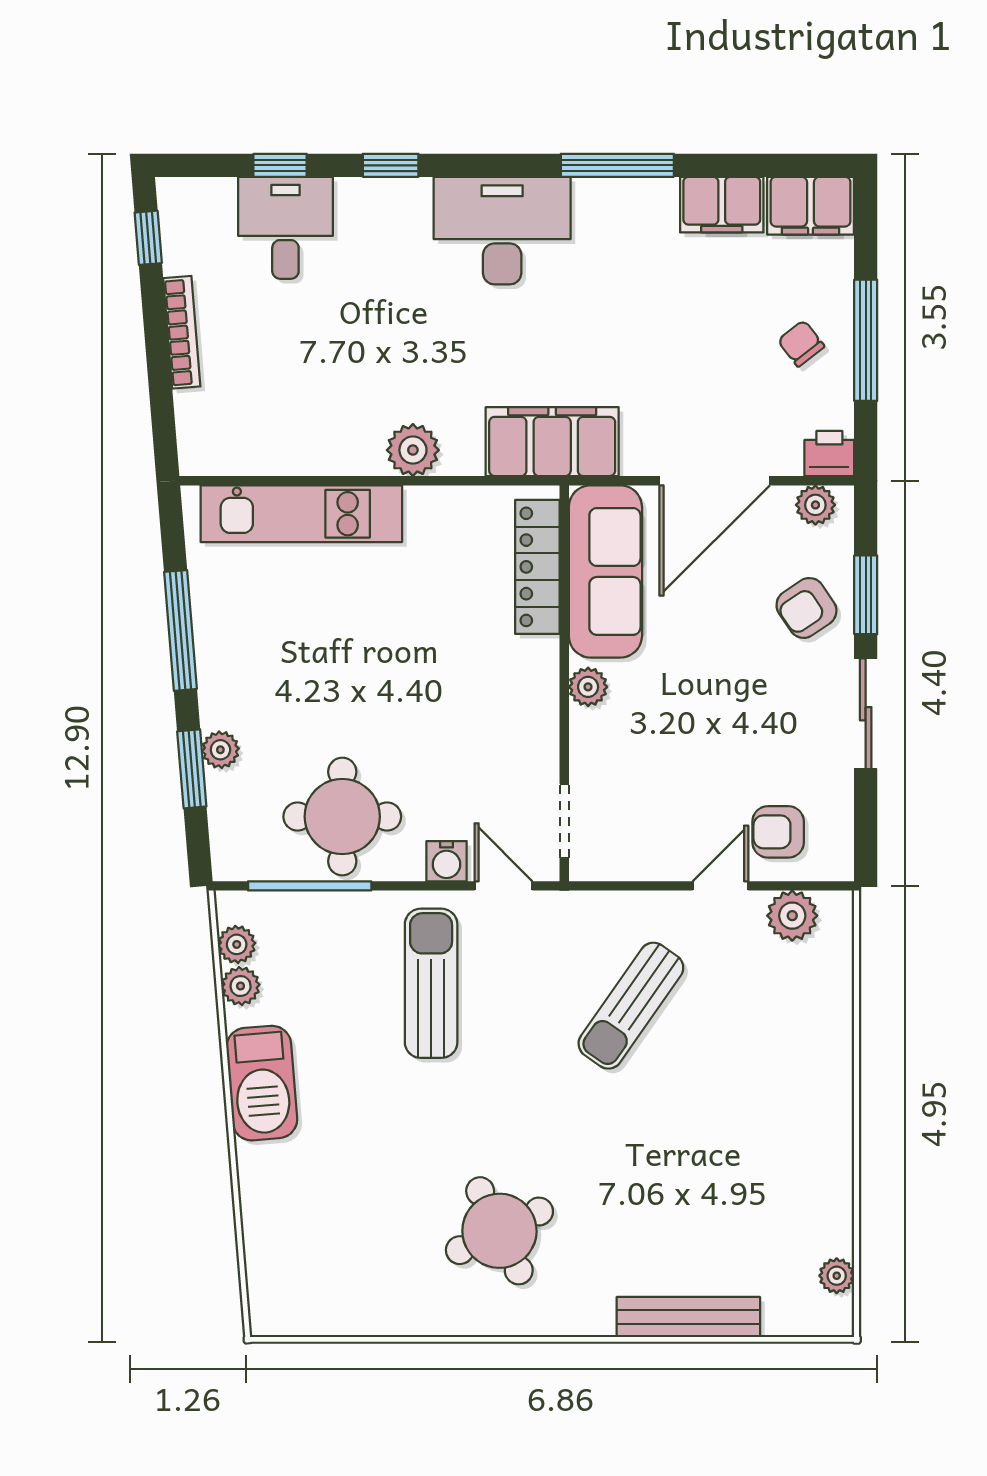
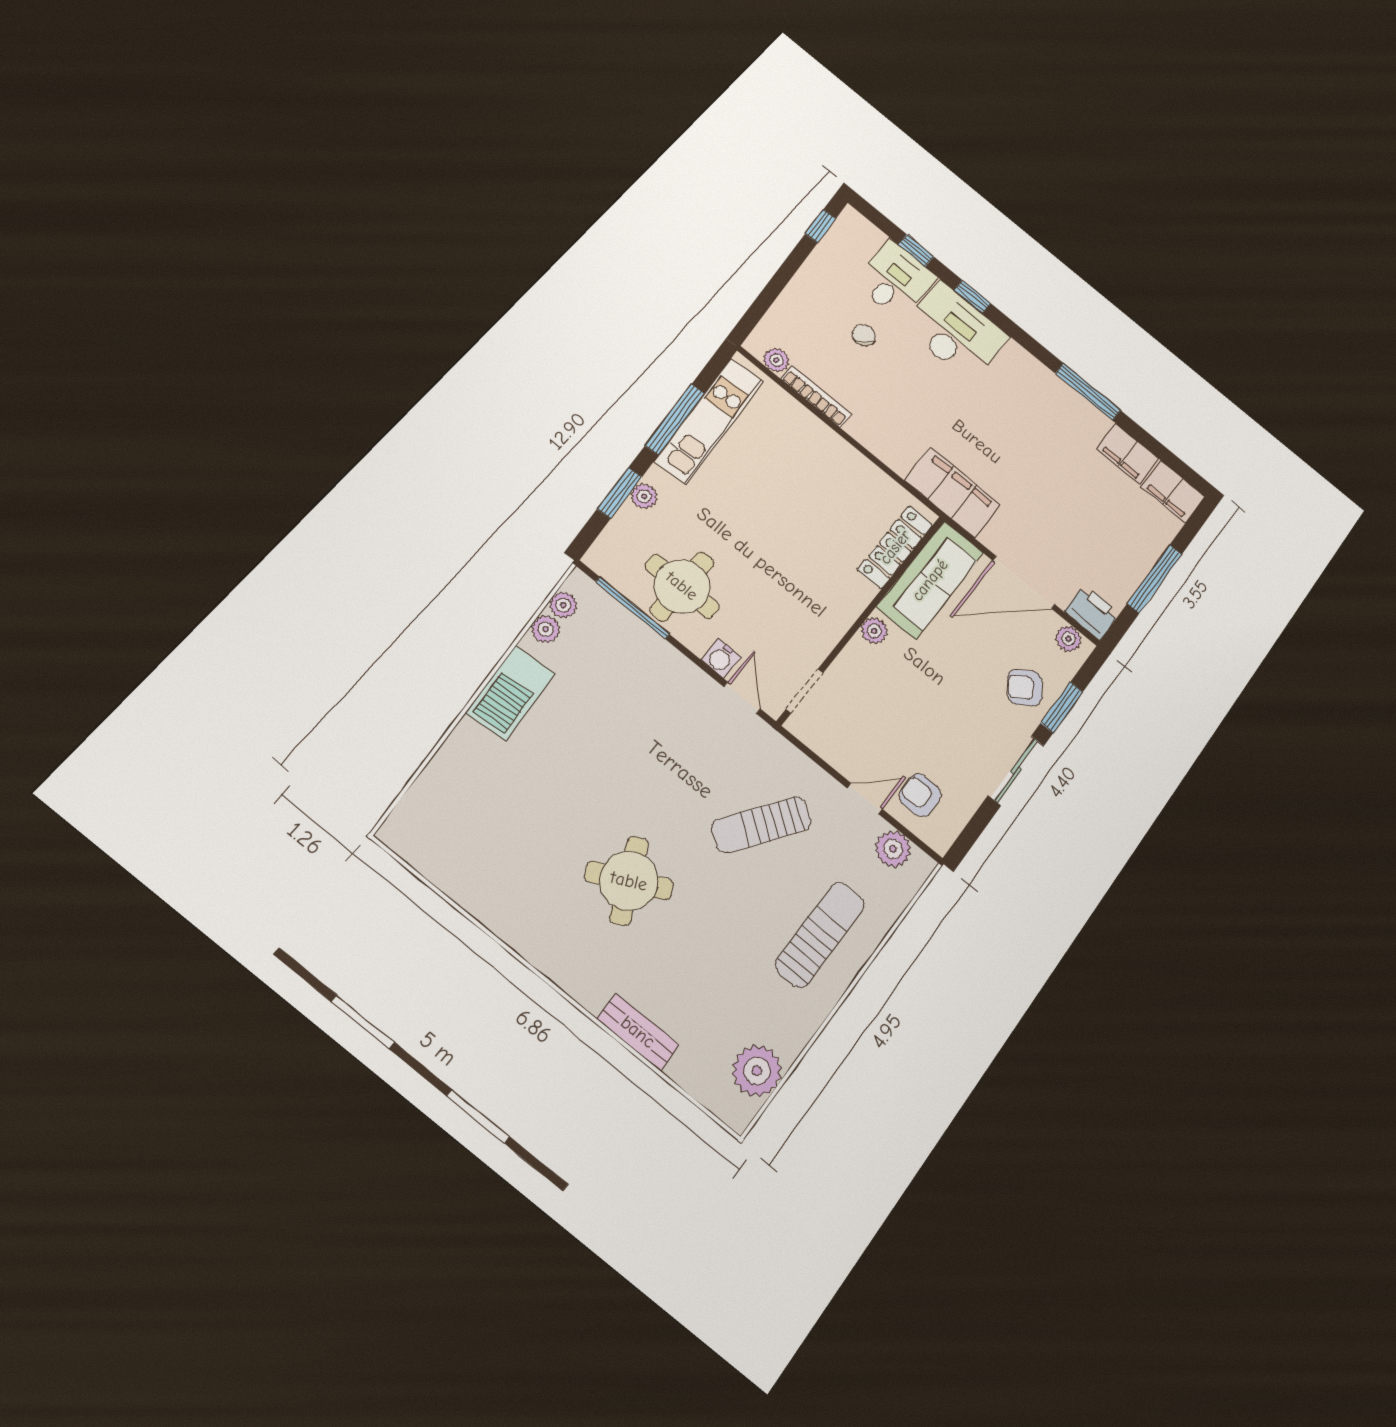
desk: (502, 231) -> (956, 332), moved
bookcase: (182, 332) -> (816, 396), moved, turned -85
chair: (801, 343) -> (864, 335), moved
plant: (413, 450) -> (776, 360), moved, width x0.73, depth x0.73
printer: (829, 453) -> (1092, 612), width x1.36, depth x1.24
kitchen unit: (301, 514) -> (709, 421), moved, turned -95
sun lounger: (431, 983) -> (820, 935), moved
round table: (499, 1231) -> (629, 881), moved
plant: (837, 1276) -> (757, 1071), width x1.88, depth x1.88
bench: (688, 1317) -> (638, 1032), width x0.73

